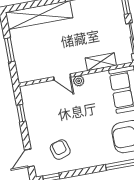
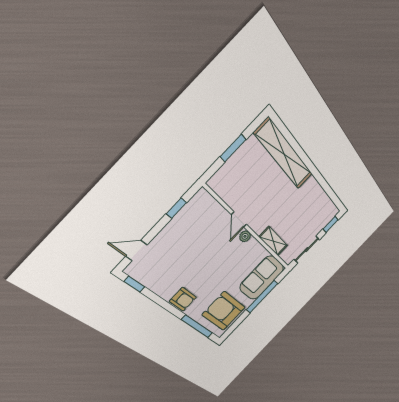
armchair: (60, 150) -> (183, 299), moved, turned 107

